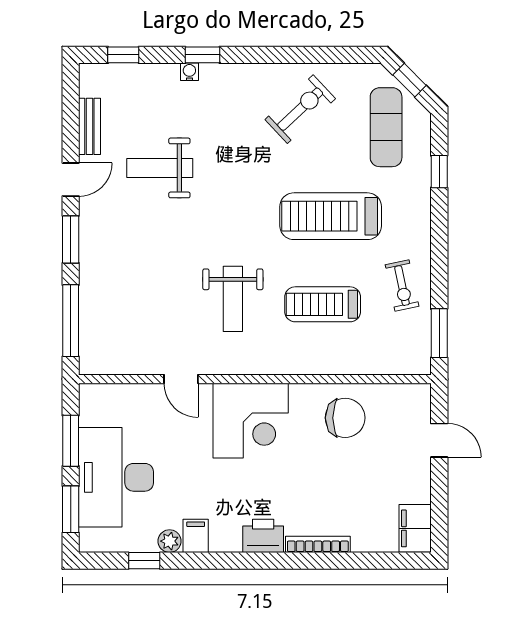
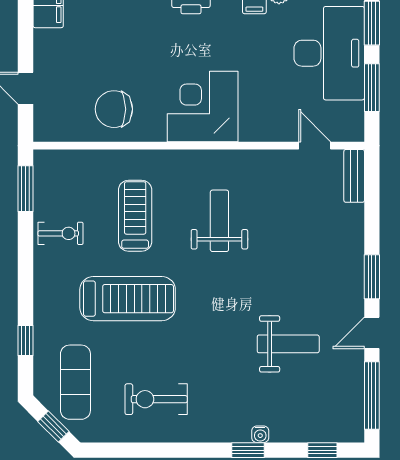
exercise bike: (300, 109) -> (156, 399), turned 43
bench: (89, 126) -> (354, 176), moved
exercise bike: (402, 286) -> (60, 233), turned 102
treadmill: (323, 304) -> (135, 216), turned -90
window: (71, 321) -> (372, 396), moved
door: (181, 379) -> (315, 146), moved

